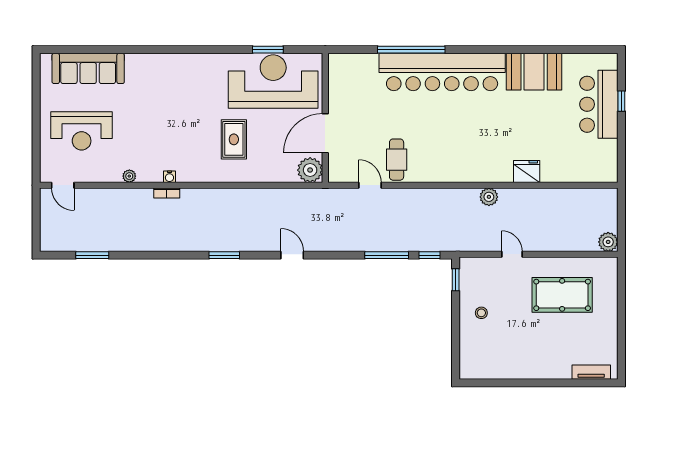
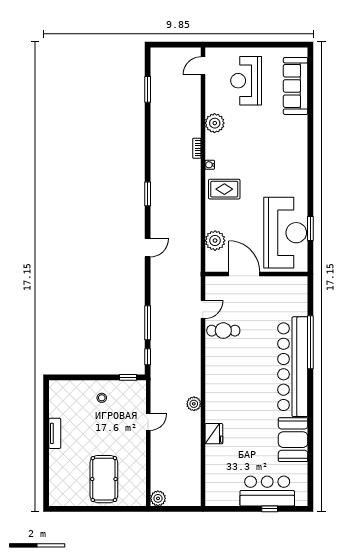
rug: (234, 139) -> (224, 189), moved
plant: (310, 170) -> (215, 241), moved
plant: (129, 176) -> (215, 123), width x1.87, depth x1.87
water cooler: (169, 177) -> (210, 165), moved
pool table: (562, 295) -> (104, 479), moved
tv unit: (591, 372) -> (55, 433), moved

